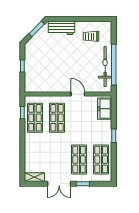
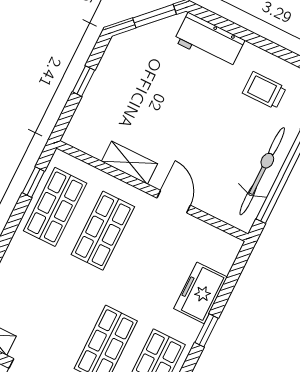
shelving: (54, 88) -> (129, 163), added
freezer: (105, 109) -> (200, 293), moved

